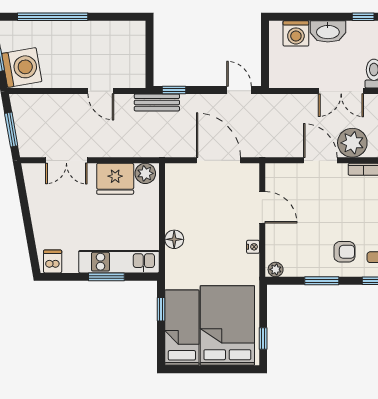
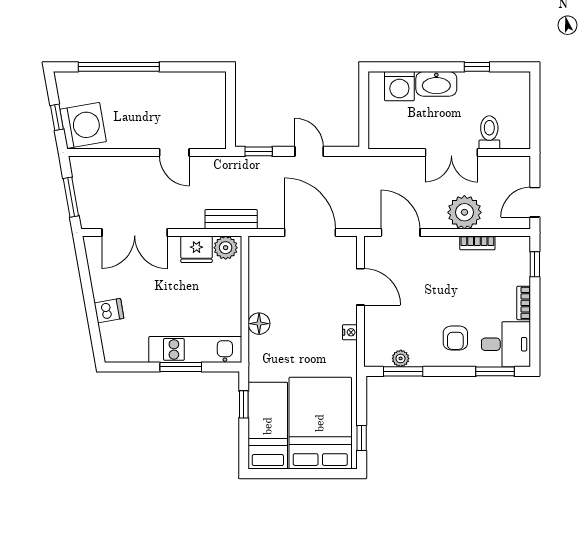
door: (239, 90) -> (309, 151), moved
bench: (157, 102) -> (231, 219), moved
double door: (66, 160) -> (135, 233), width x1.37
door: (320, 160) -> (401, 233), moved
fridge: (115, 179) -> (196, 249), width x0.73, depth x0.75
armchair: (344, 252) -> (455, 338), turned 90
dishwasher: (53, 261) -> (109, 311), moved, turned 80
plant: (276, 269) -> (401, 358), moved
window: (322, 281) -> (403, 371), moved

